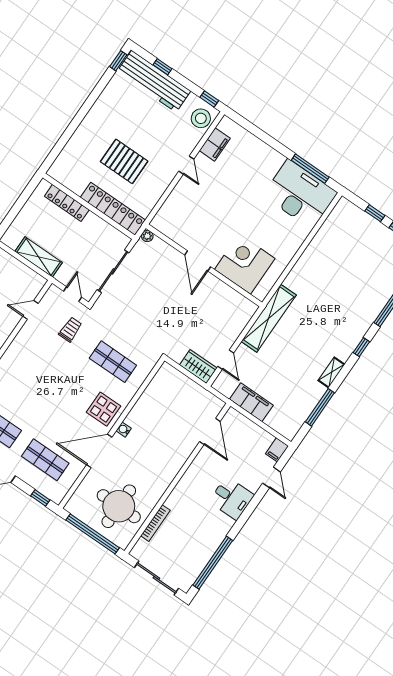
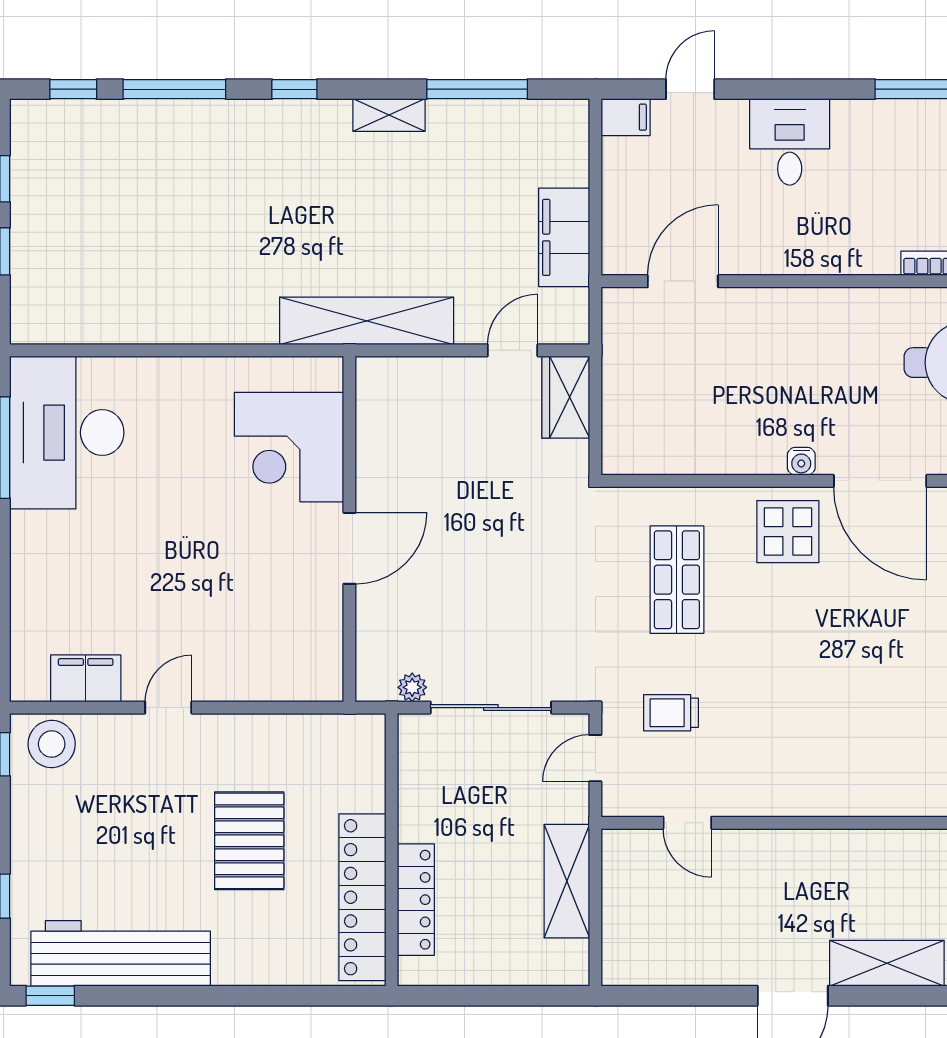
workbench: (154, 81) -> (121, 953), moved, turned -90
locker: (113, 209) -> (362, 897), moved
plant: (147, 236) -> (412, 687), moved

